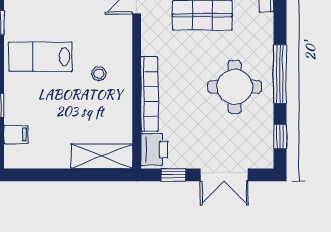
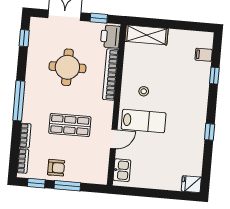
lab bench: (40, 57) -> (144, 121), moved
window: (280, 74) -> (19, 101), moved
round table: (235, 87) -> (67, 67), moved

